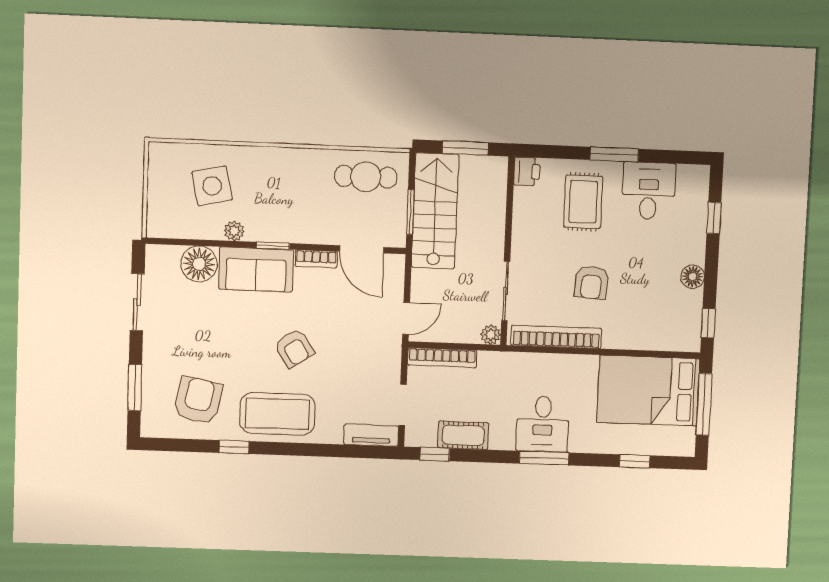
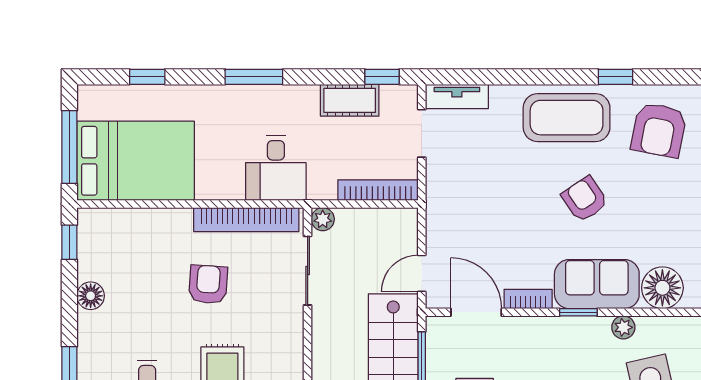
door: (406, 319) -> (422, 273), moved
armchair: (294, 348) -> (585, 199), moved
desk: (543, 424) -> (276, 168), moved, turned 180

